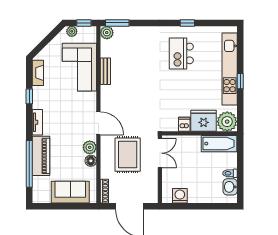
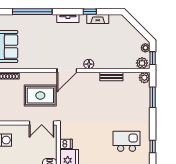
window: (117, 23) -> (153, 97), moved
corner sofa: (79, 67) -> (115, 54), removed
fireplace: (38, 73) -> (98, 19), moved
plant: (90, 147) -> (142, 63), moved
piano: (41, 156) -> (39, 22), removed
floor lamp: (91, 161) -> (89, 64), moved

